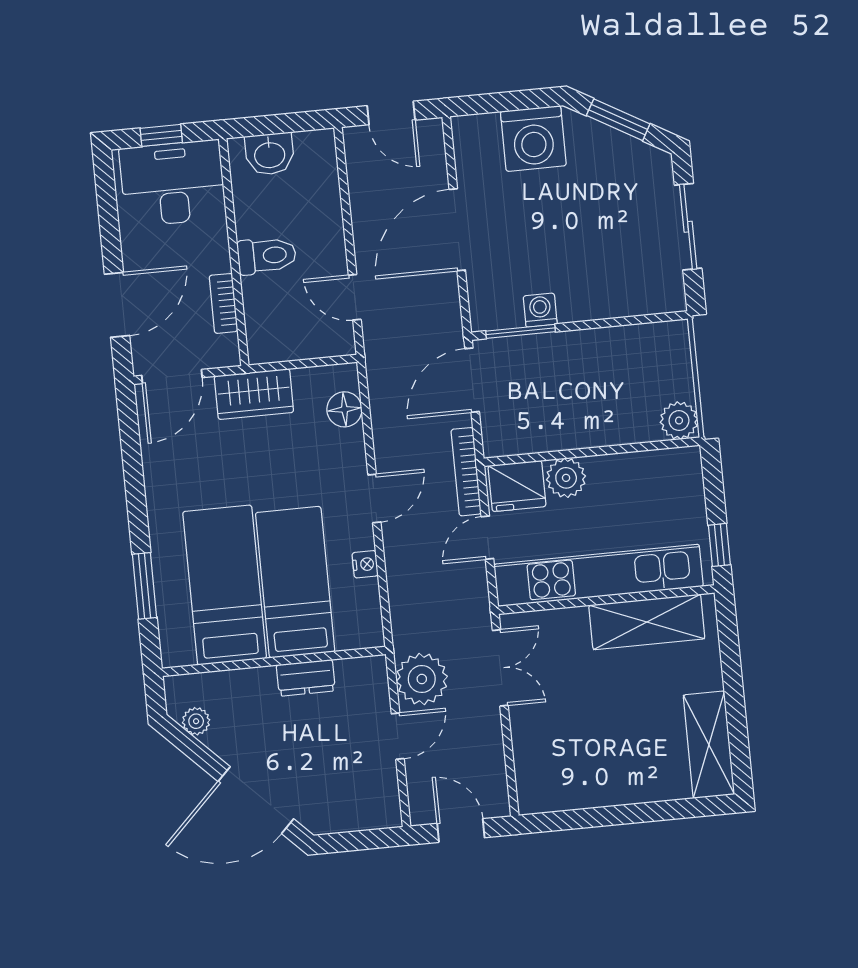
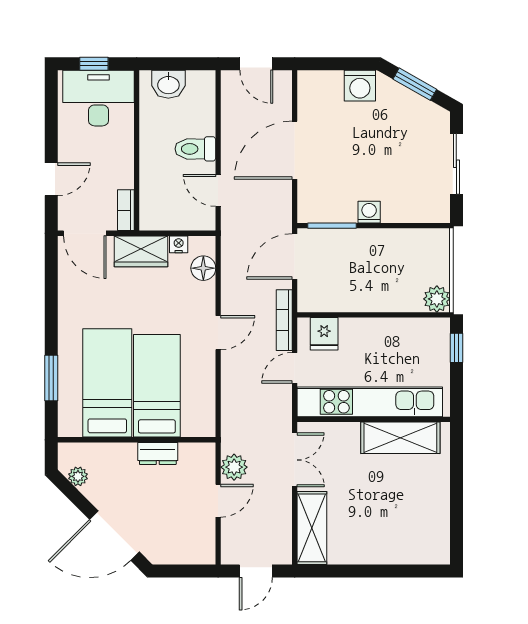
washing machine: (533, 138) -> (360, 86), width x0.73, depth x0.73
toilet: (267, 256) -> (195, 149), moved, turned 180
bookcase: (223, 303) -> (126, 210), moved
door: (117, 305) -> (51, 179), width x0.73
washing machine: (540, 310) -> (369, 212), moved
door: (172, 376) -> (85, 233), hinge flipped
plant: (566, 478) -> (354, 331), removed
fridge: (517, 486) -> (324, 334), width x0.72
window: (719, 545) -> (456, 348), moved
nightstand: (365, 564) -> (179, 244), moved, turned -90
plant: (422, 679) -> (234, 467), width x0.73, depth x0.73
shelving: (709, 745) -> (312, 528), moved
door: (461, 830) -> (256, 571), swing flipped

